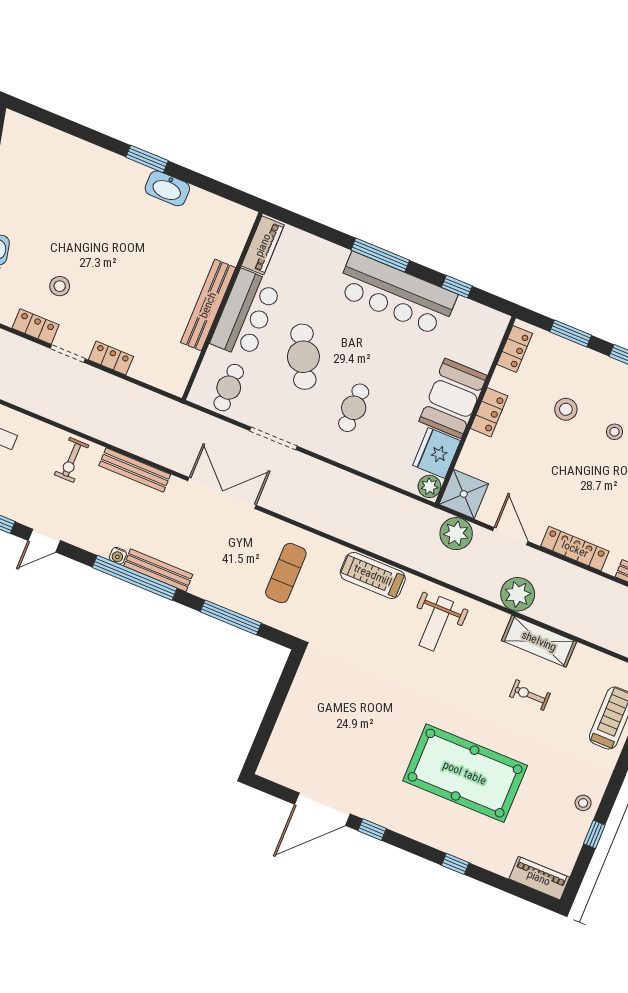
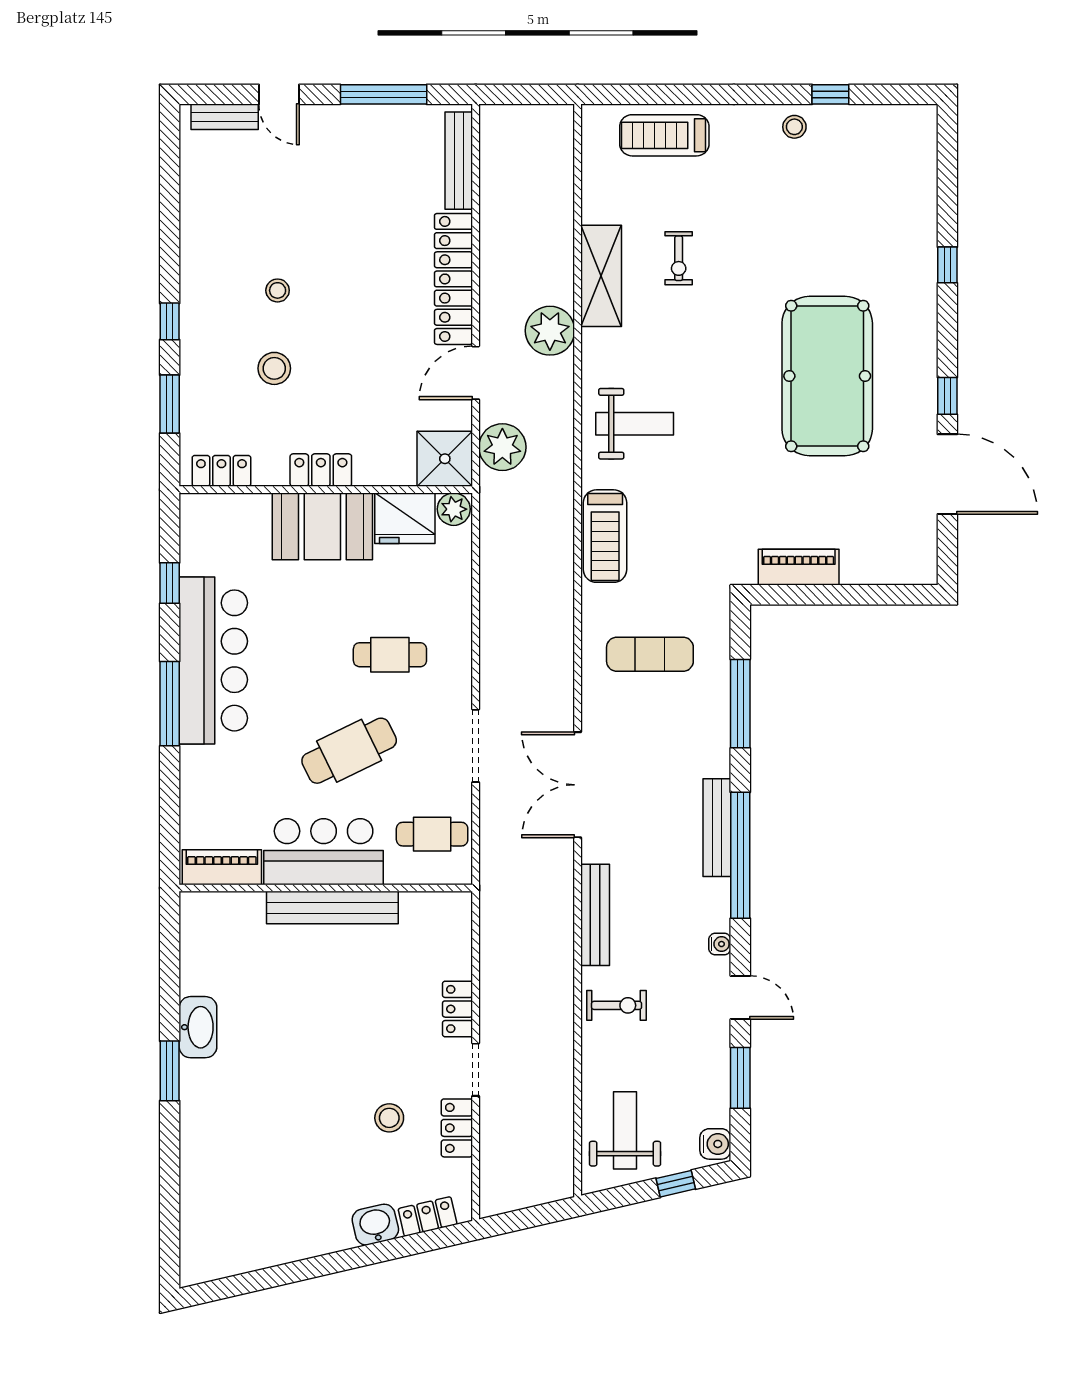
locker: (575, 549) -> (454, 279), width x1.41, depth x1.21
water cooler: (118, 556) -> (720, 944), moved
pool table: (465, 773) -> (827, 376), moved
piano: (539, 878) -> (799, 567), moved, turned 90

